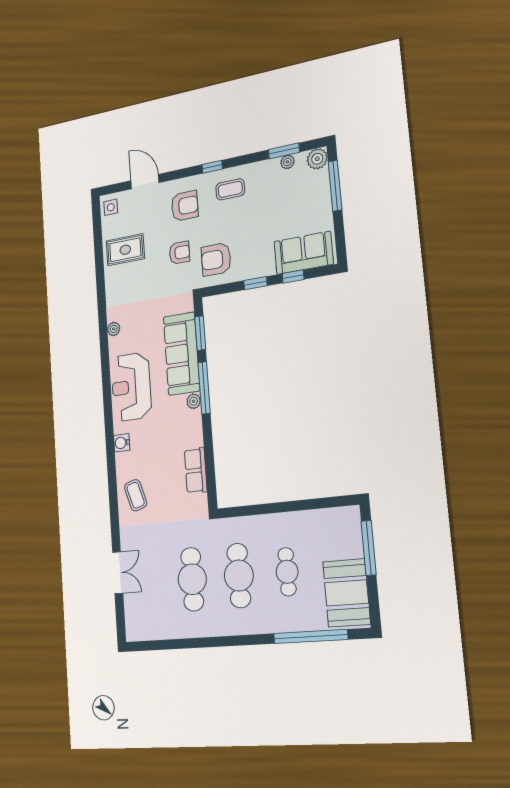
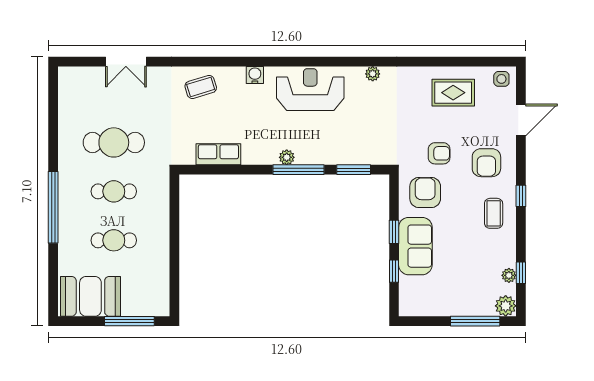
window: (284, 151) -> (521, 273), width x0.67
rug: (125, 250) -> (453, 93), turned 90
armchair: (180, 253) -> (439, 153), turned -90
sofa: (303, 253) -> (415, 246), moved
sofa: (182, 354) -> (336, 148), removed
cafe table: (239, 576) -> (114, 191), width x0.73, depth x0.74
window: (310, 636) -> (53, 207), moved

